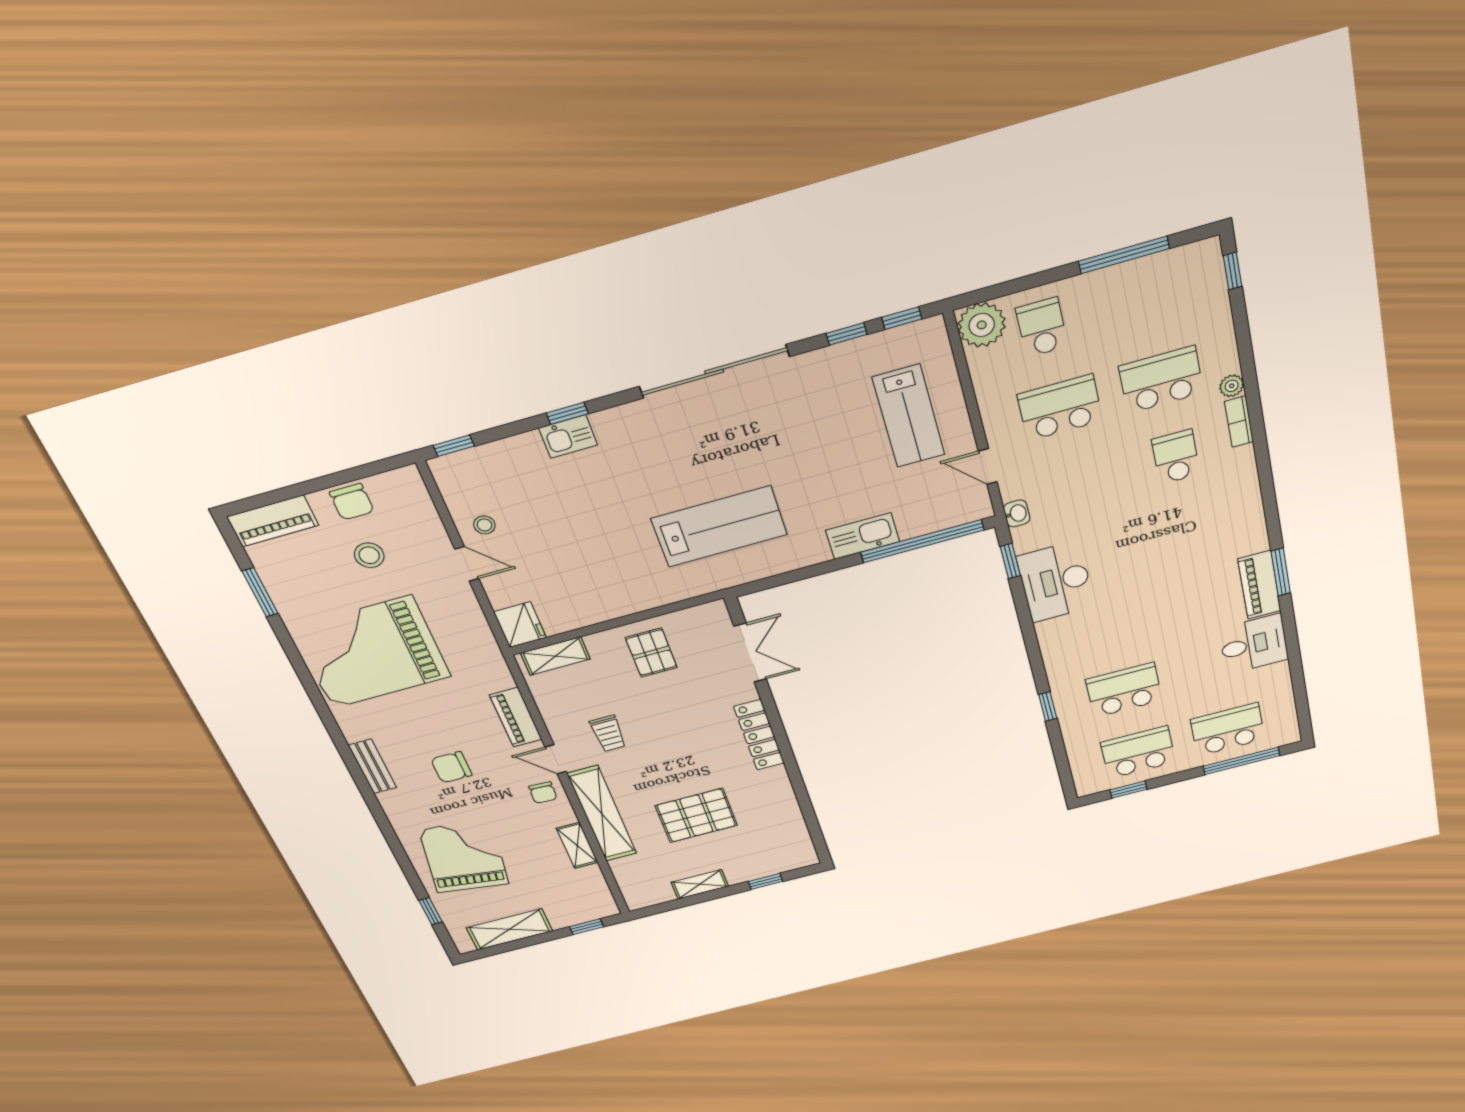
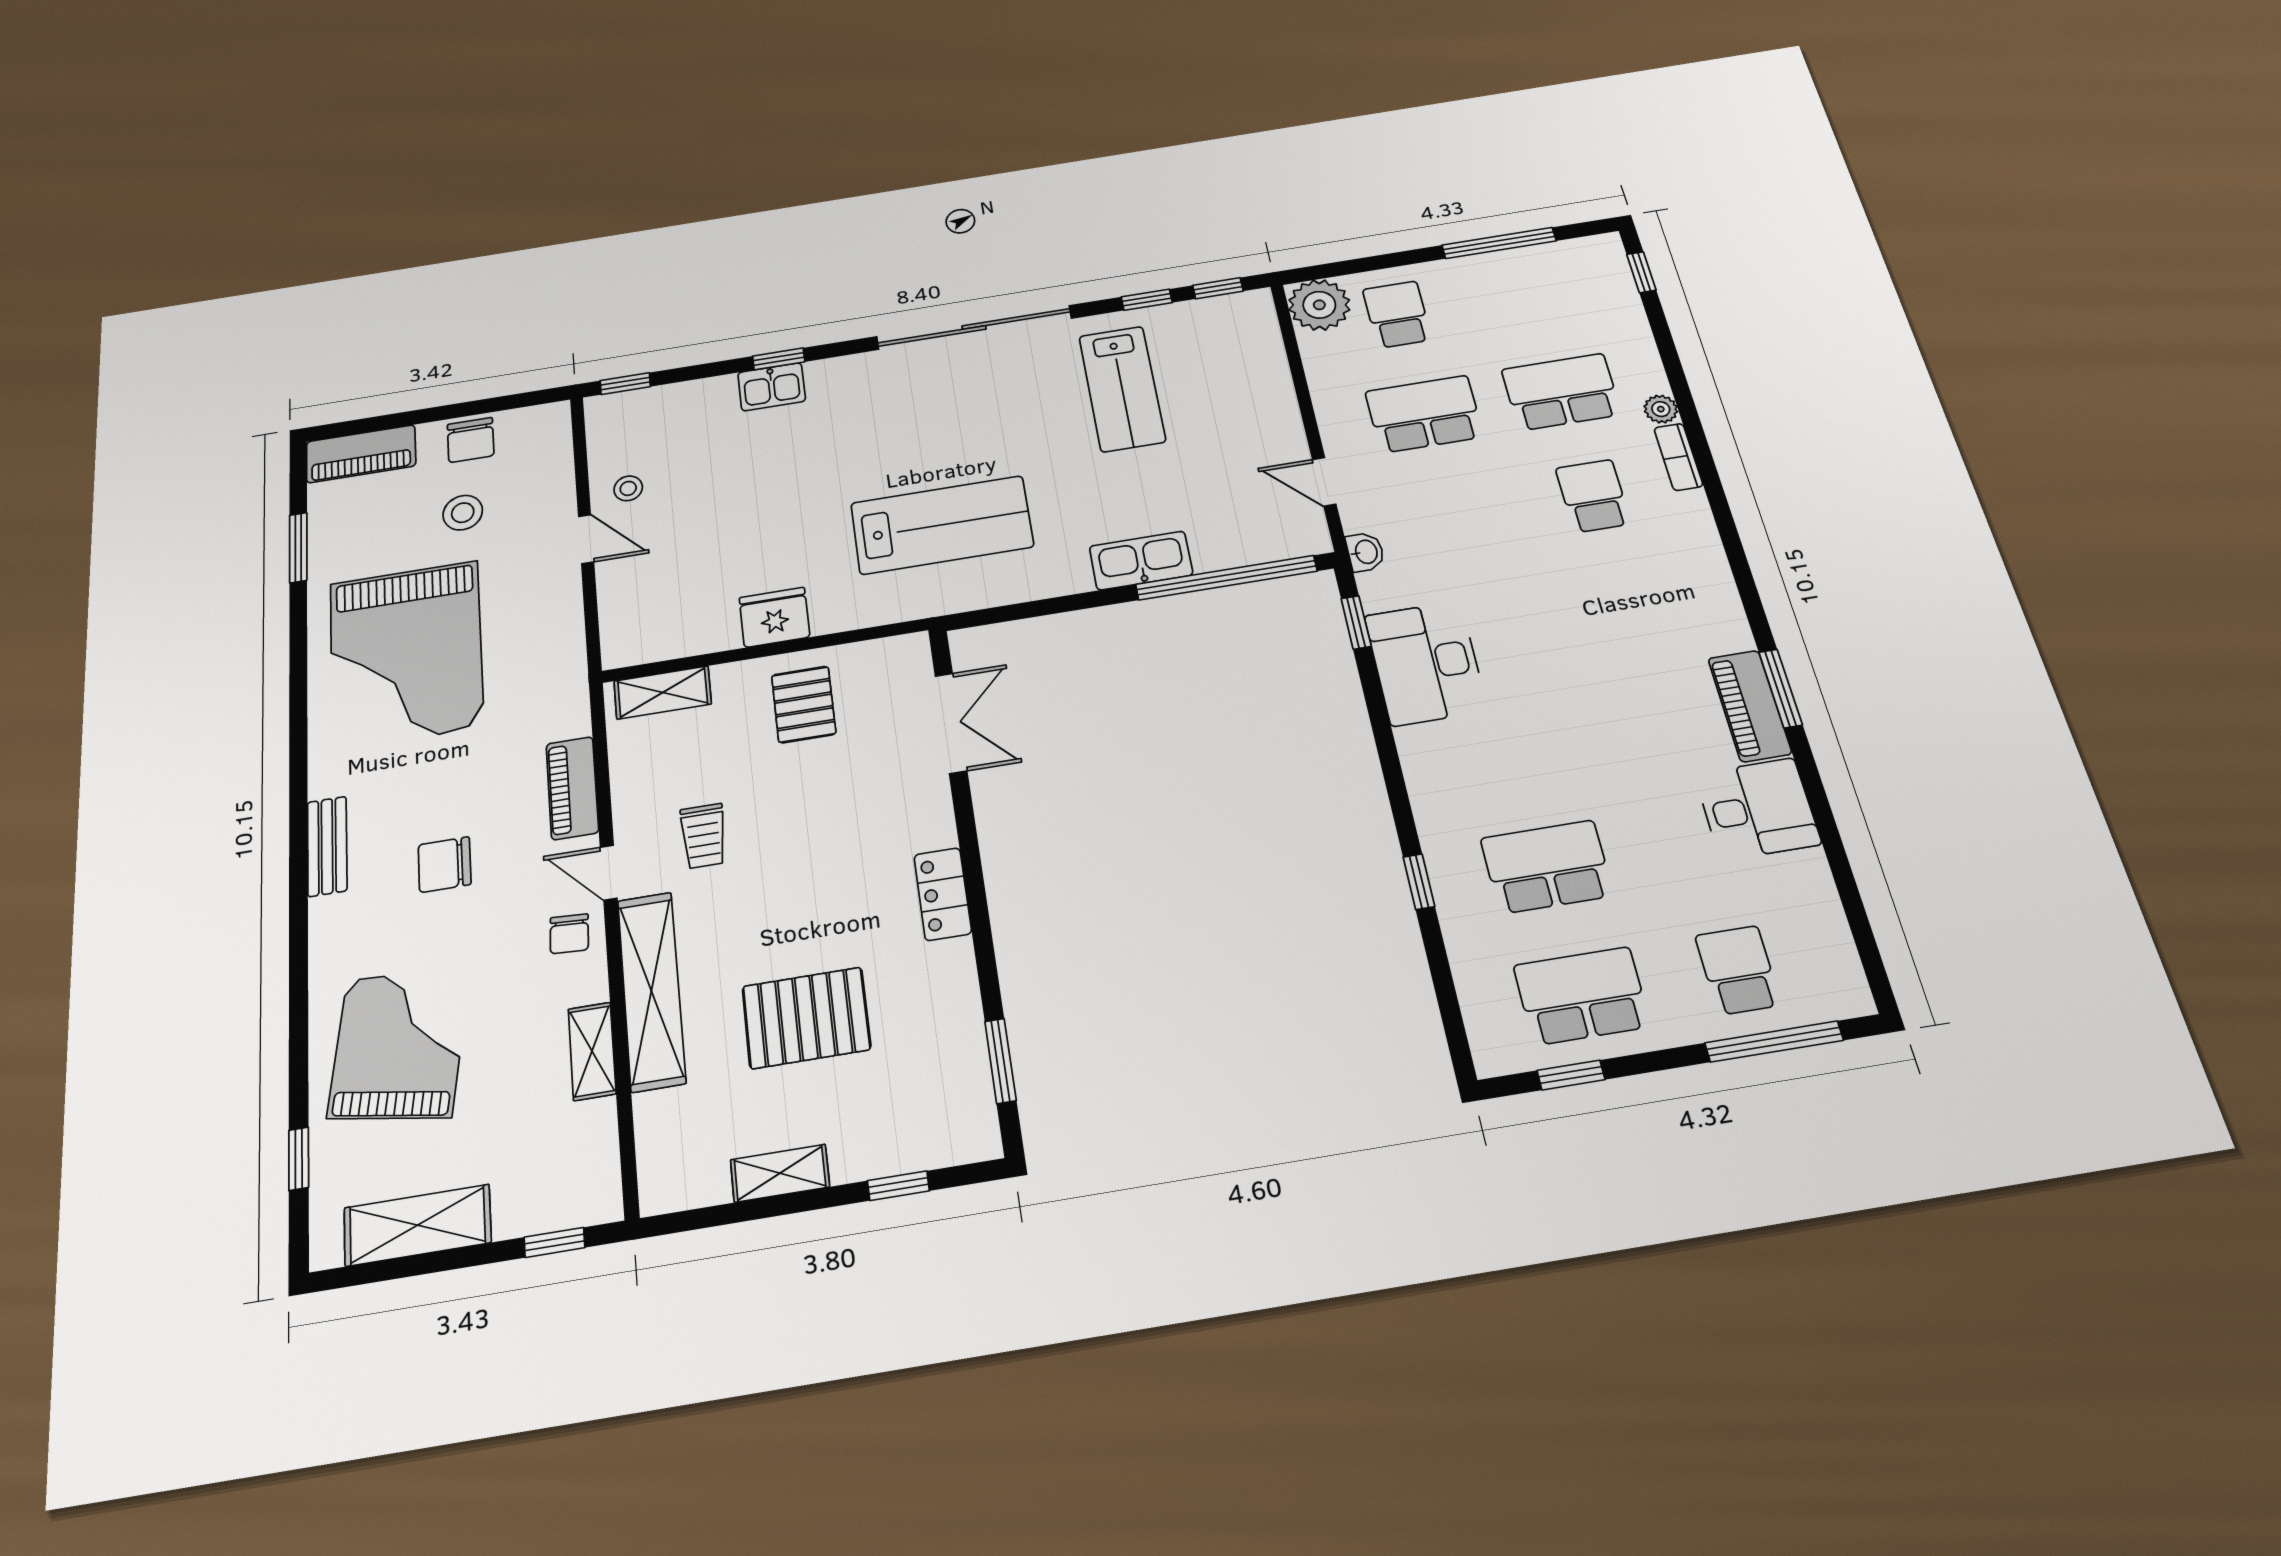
lab bench: (909, 416) -> (1122, 389), moved
fridge: (520, 625) -> (774, 617), moved, turned -90
grand piano: (371, 652) -> (406, 654), turned -90
school desk: (1228, 729) -> (1738, 970), width x0.54
locker: (759, 735) -> (943, 894), width x0.66
window: (812, 822) -> (1000, 1061), added

